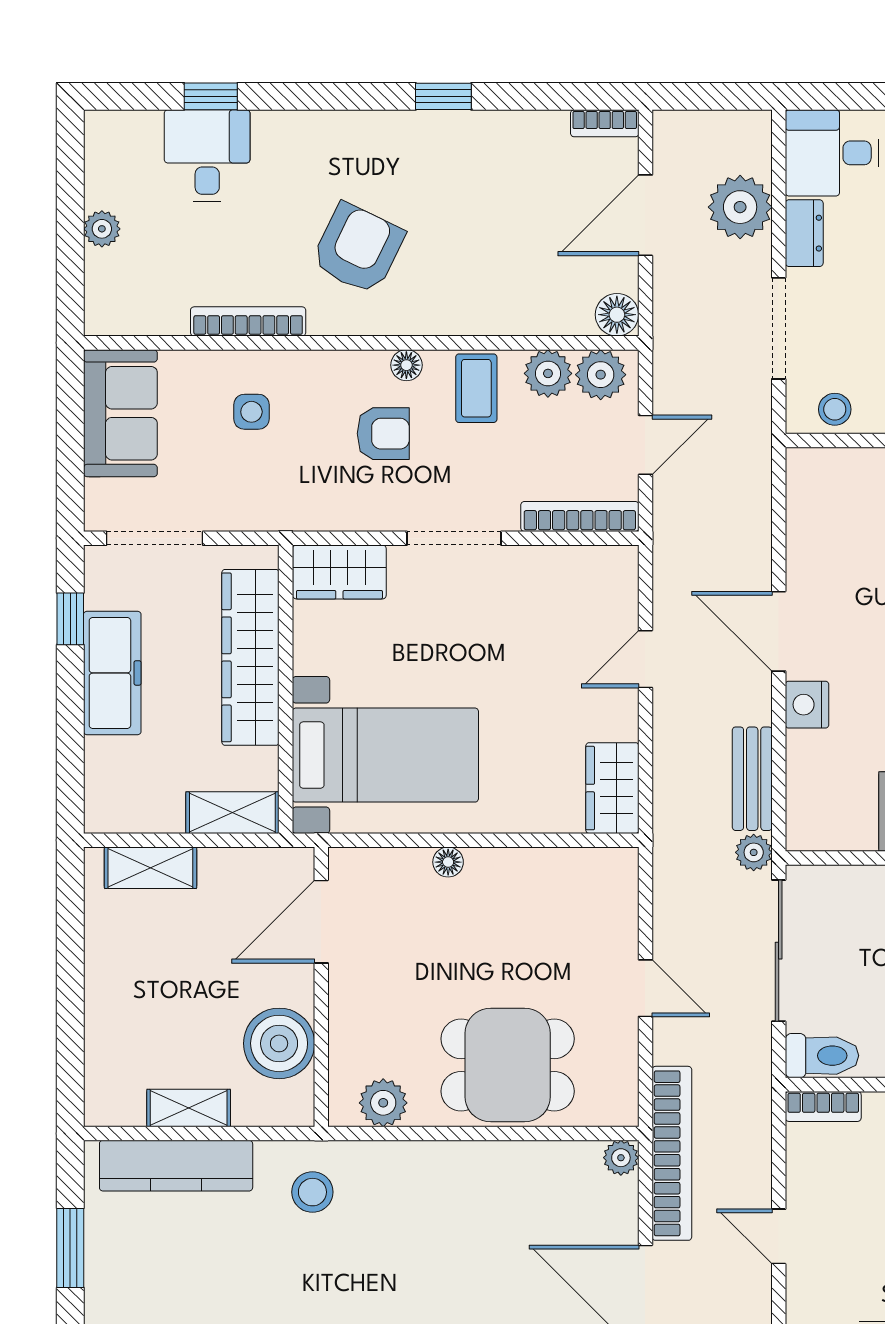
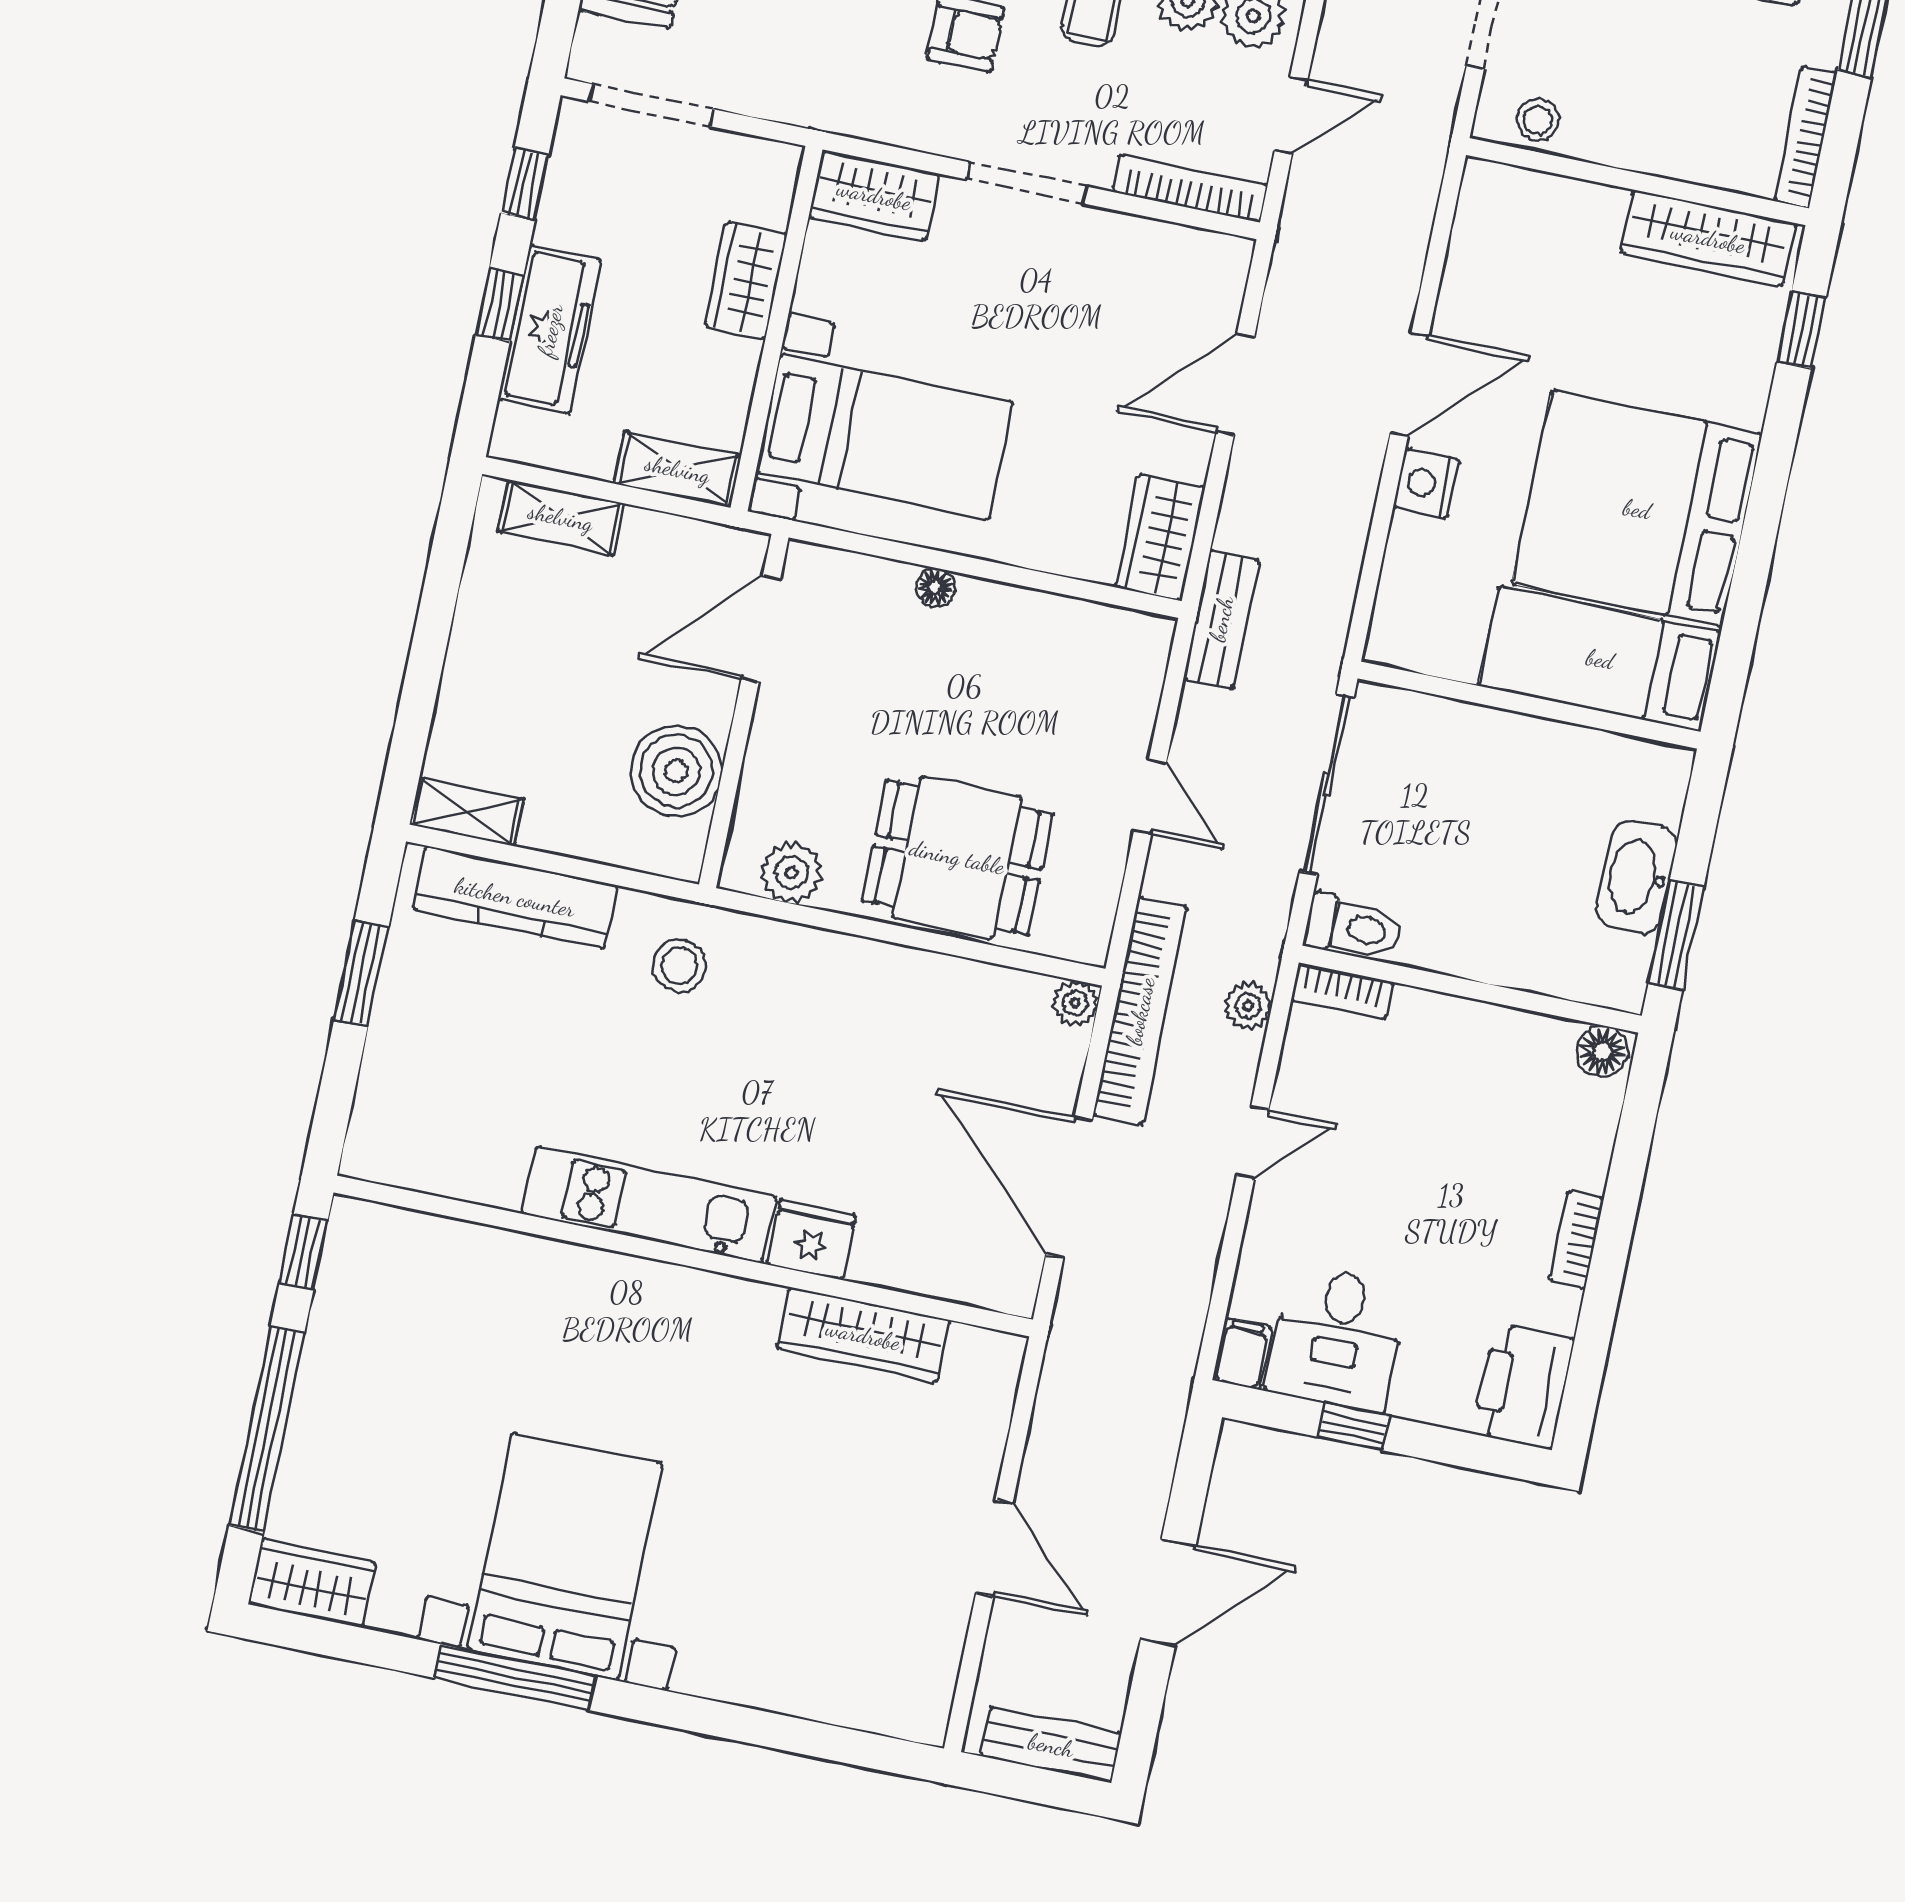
door: (779, 631) -> (1410, 384), swing flipped
wardrobe: (250, 657) -> (746, 280), width x0.48, depth x0.85
door: (645, 659) -> (1235, 384), width x1.38
freezer: (112, 673) -> (550, 330), moved
window: (70, 715) -> (500, 305), added
bench: (752, 779) -> (1221, 619), moved
plant: (754, 852) -> (1248, 1006), moved
shelving: (189, 1108) -> (467, 812), moved
door: (779, 1236) -> (1253, 1143), swing flipped

